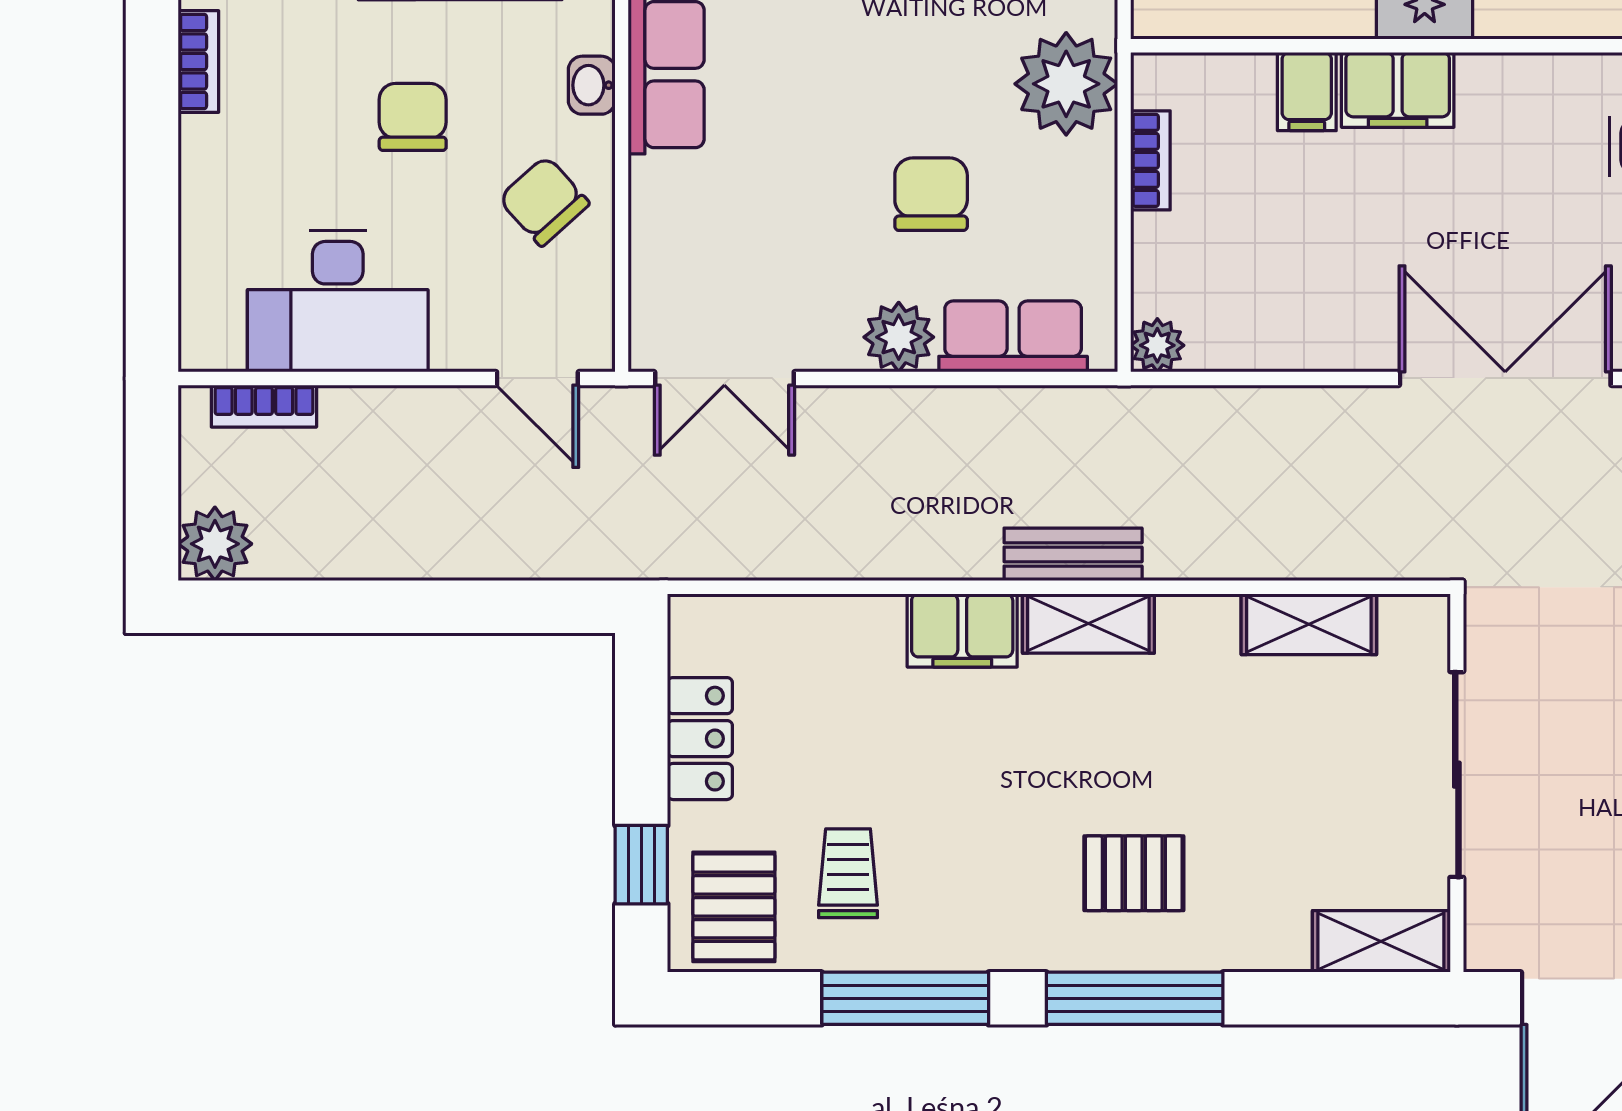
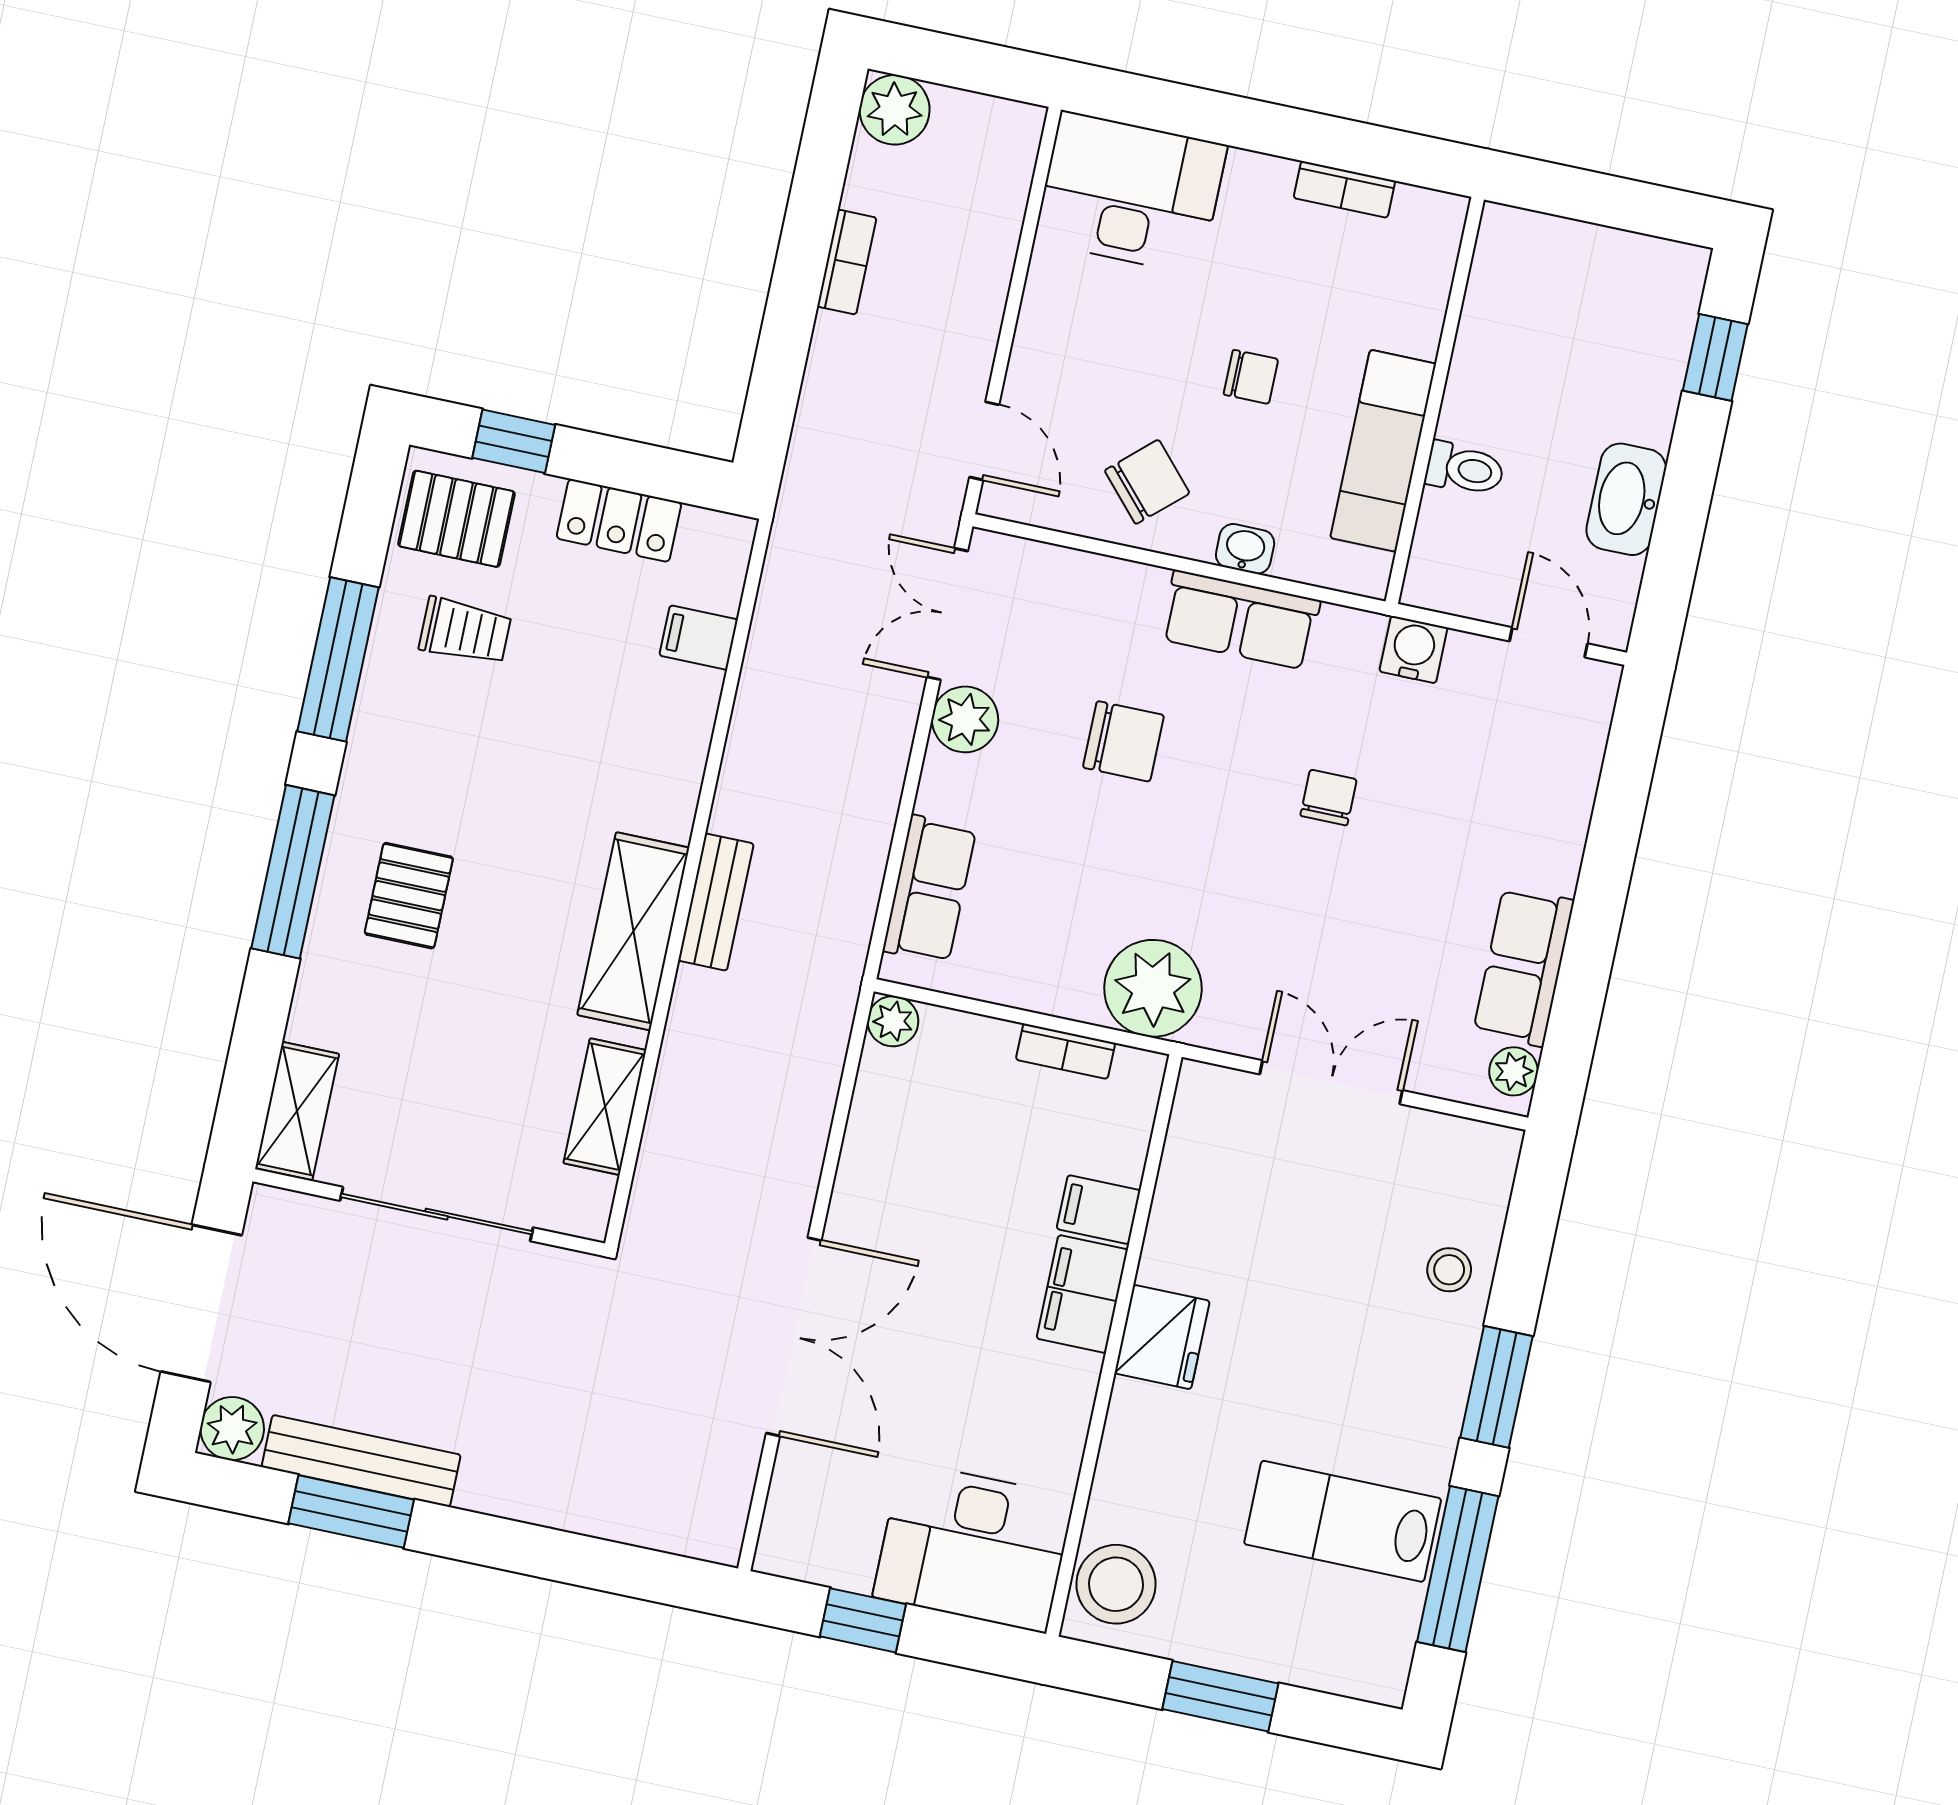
chair: (413, 117) -> (1251, 377), width x0.73, depth x0.73
chair: (931, 194) -> (1123, 741), moved
desk: (338, 301) -> (1131, 193), moved, turned 90
plant: (899, 337) -> (965, 719), moved
door: (537, 378) -> (984, 441), swing flipped
bookcase: (264, 406) -> (847, 262), moved, turned 180
shelving: (1088, 623) -> (633, 931), width x1.50, depth x1.33
filing cabinet: (962, 630) -> (699, 638), moved, width x0.50

